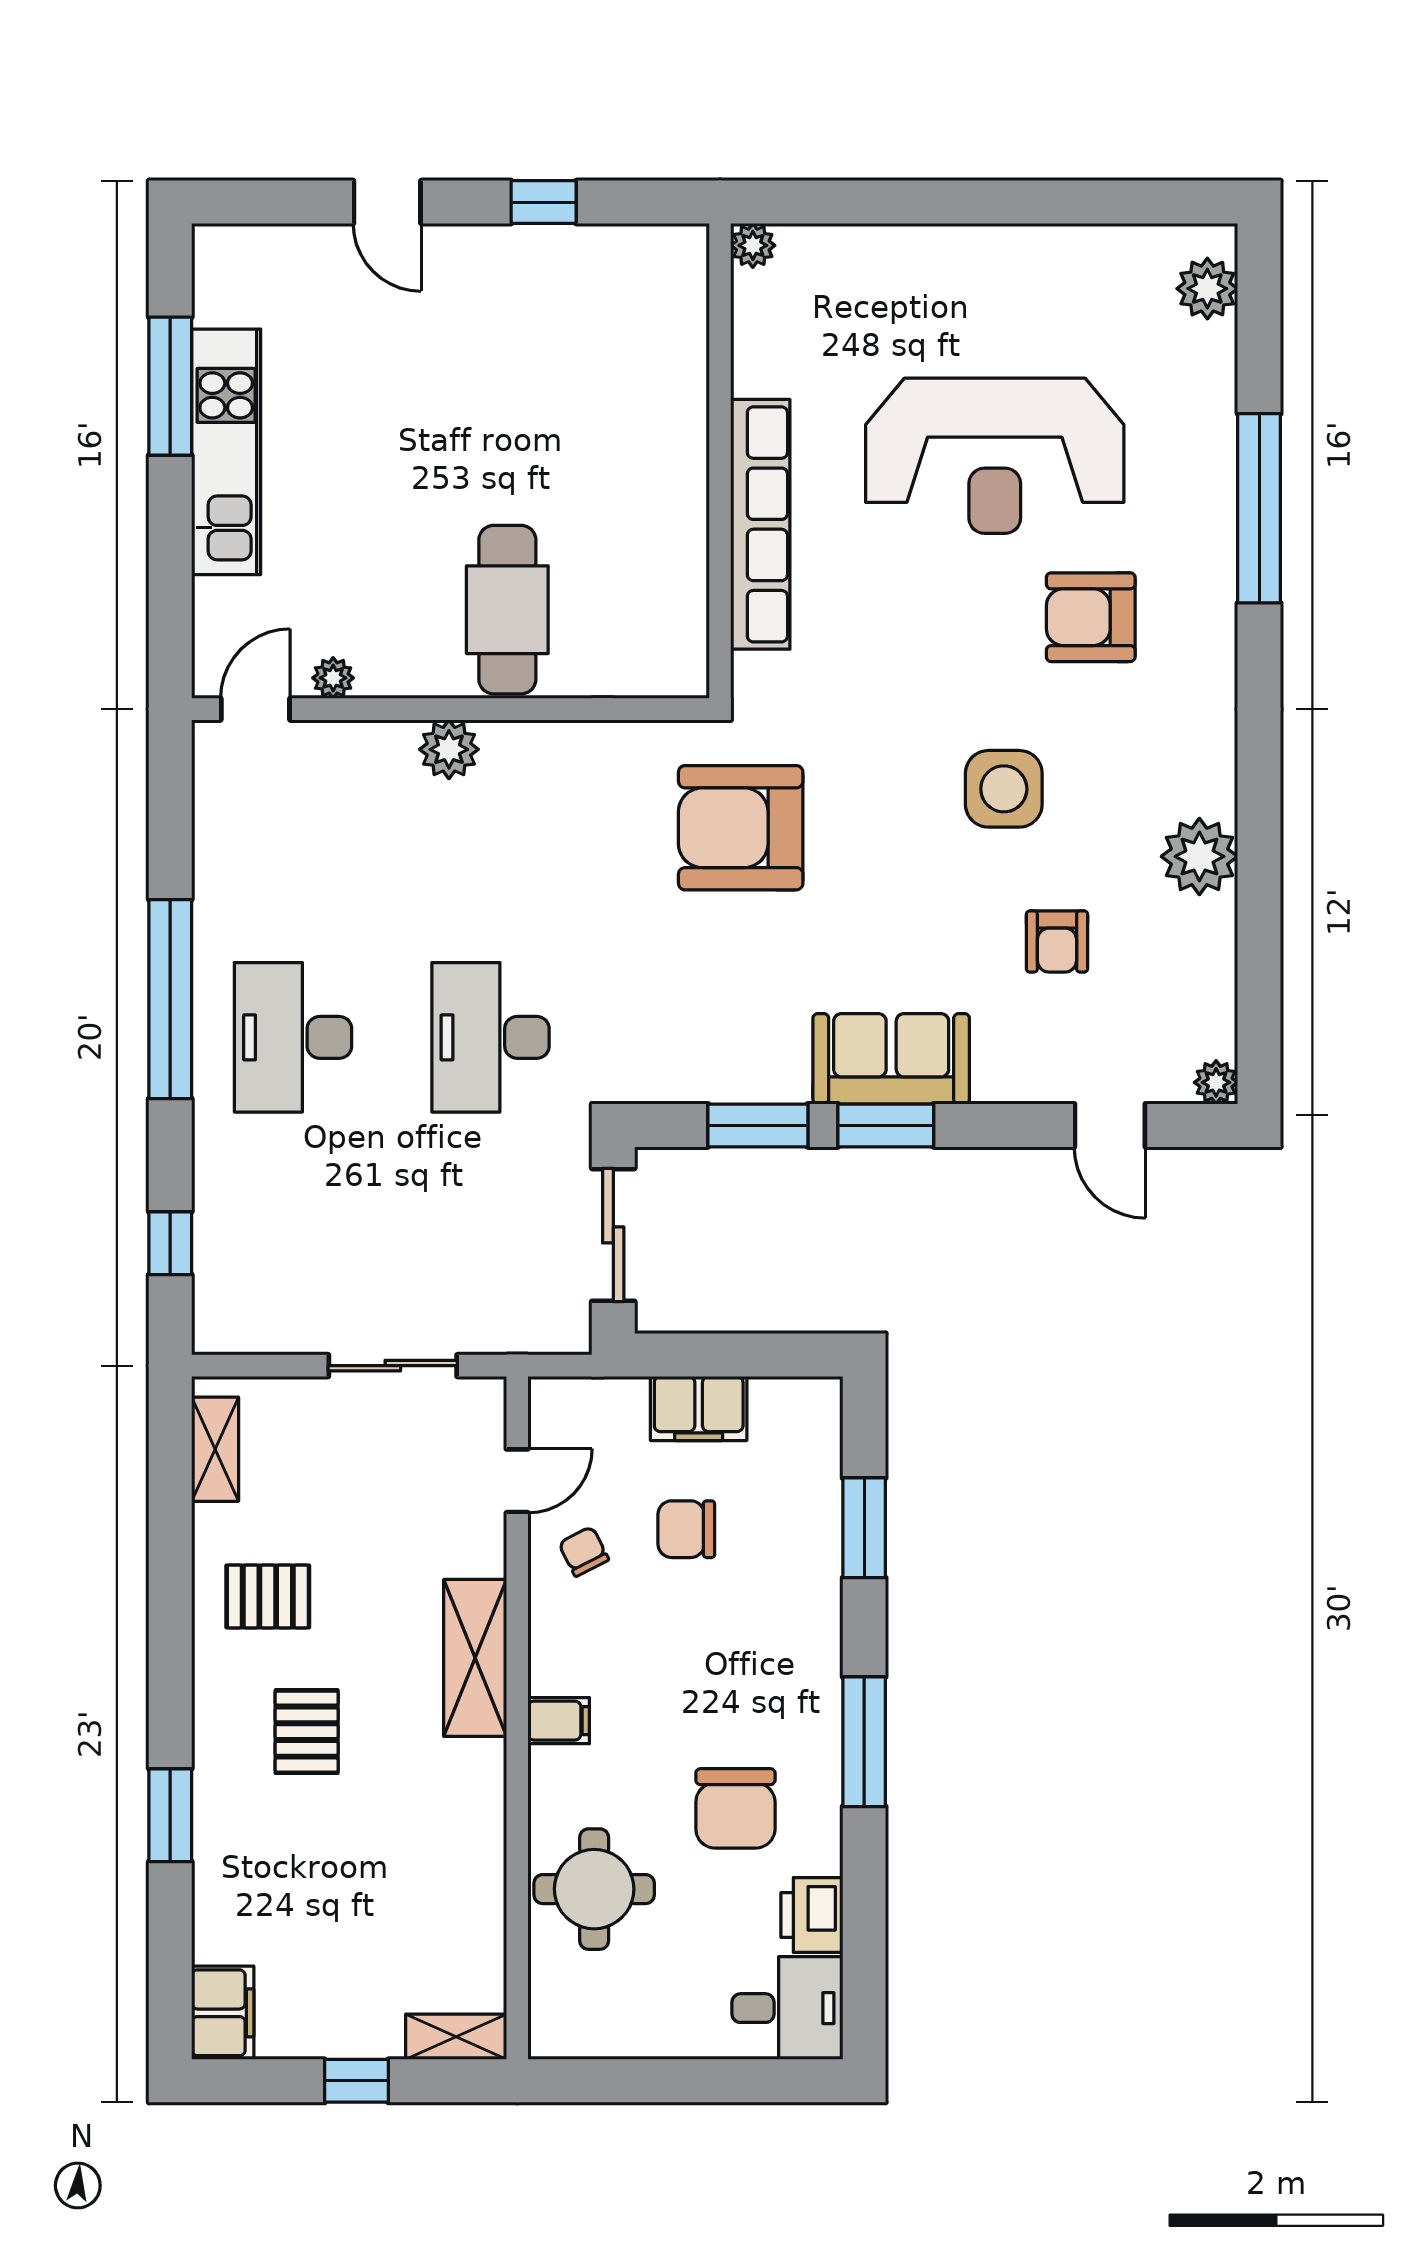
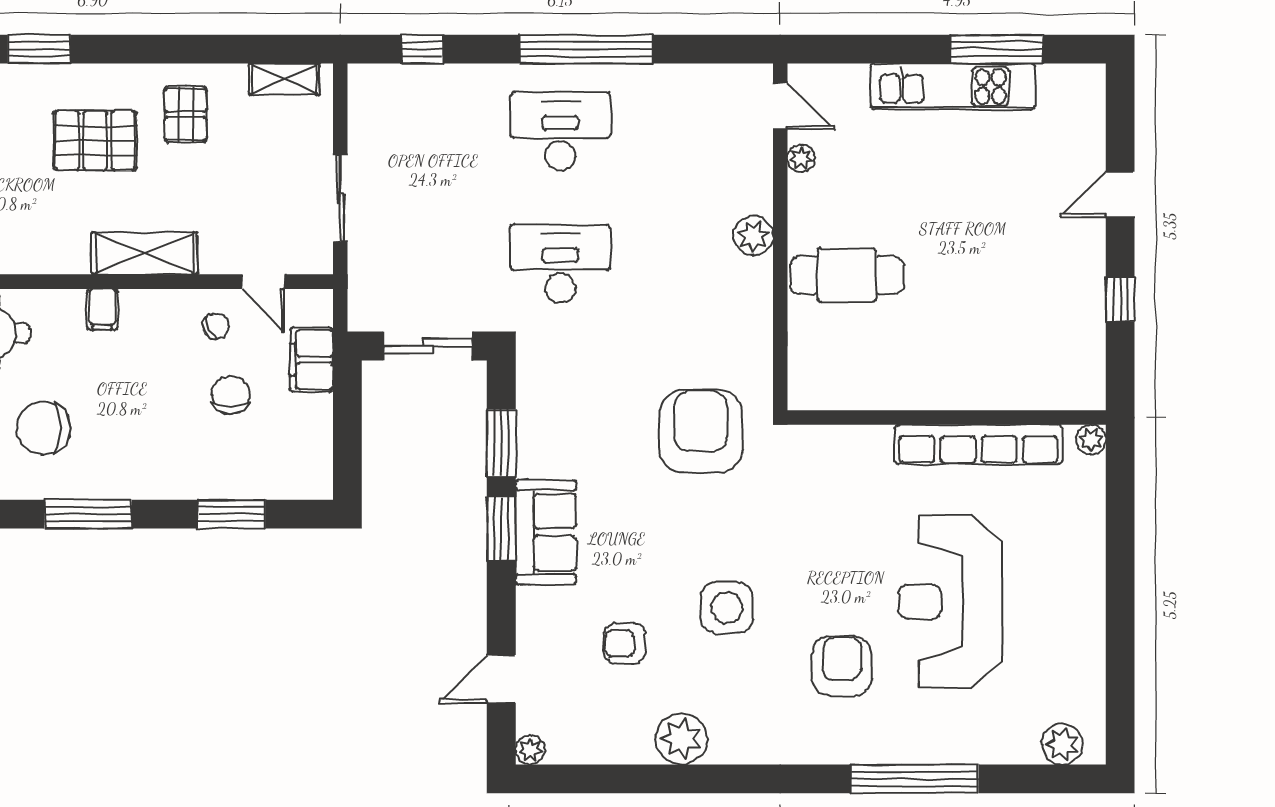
row of seats: (760, 524) -> (979, 445), moved
filing cabinet: (699, 1408) -> (312, 360), moved
pallet: (307, 1732) -> (95, 140), width x1.50, depth x1.42

